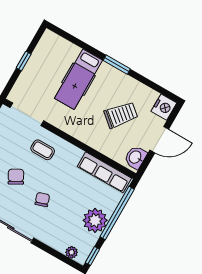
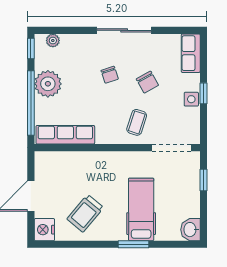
window: (24, 61) -> (203, 180), moved
window: (117, 65) -> (134, 244), moved
trolley: (121, 115) -> (85, 213), moved
coffee table: (43, 150) -> (137, 122), turned -72
washbasin: (136, 157) -> (190, 230), moved, turned 180

